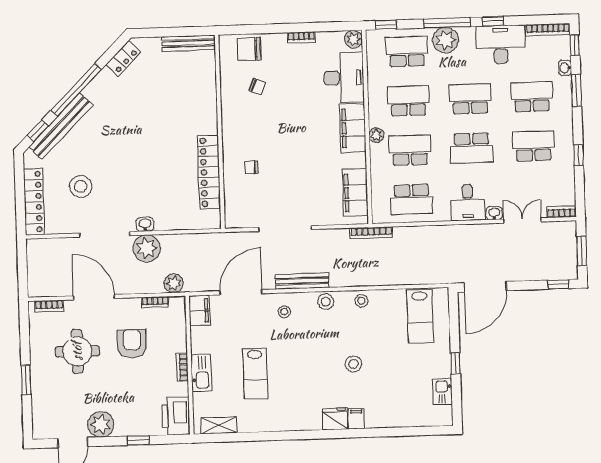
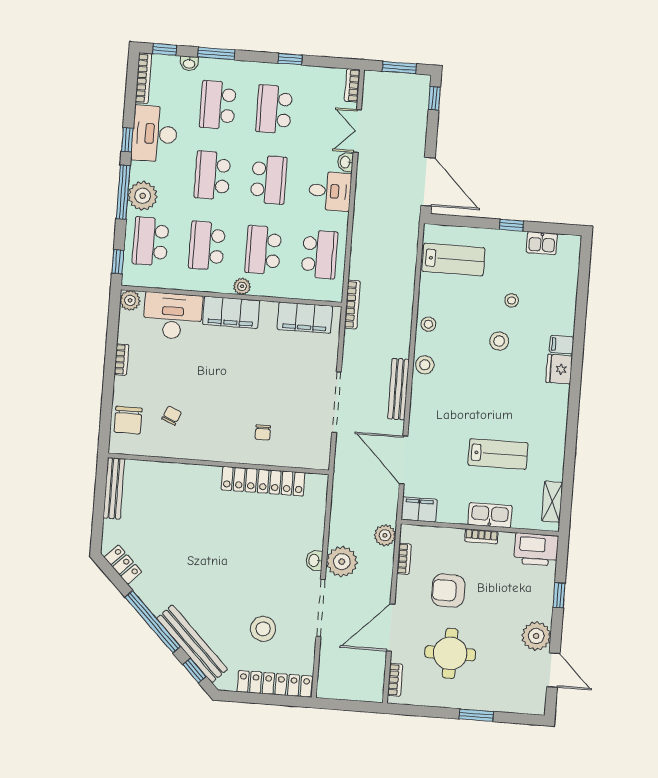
stool: (284, 312) -> (512, 300), moved

